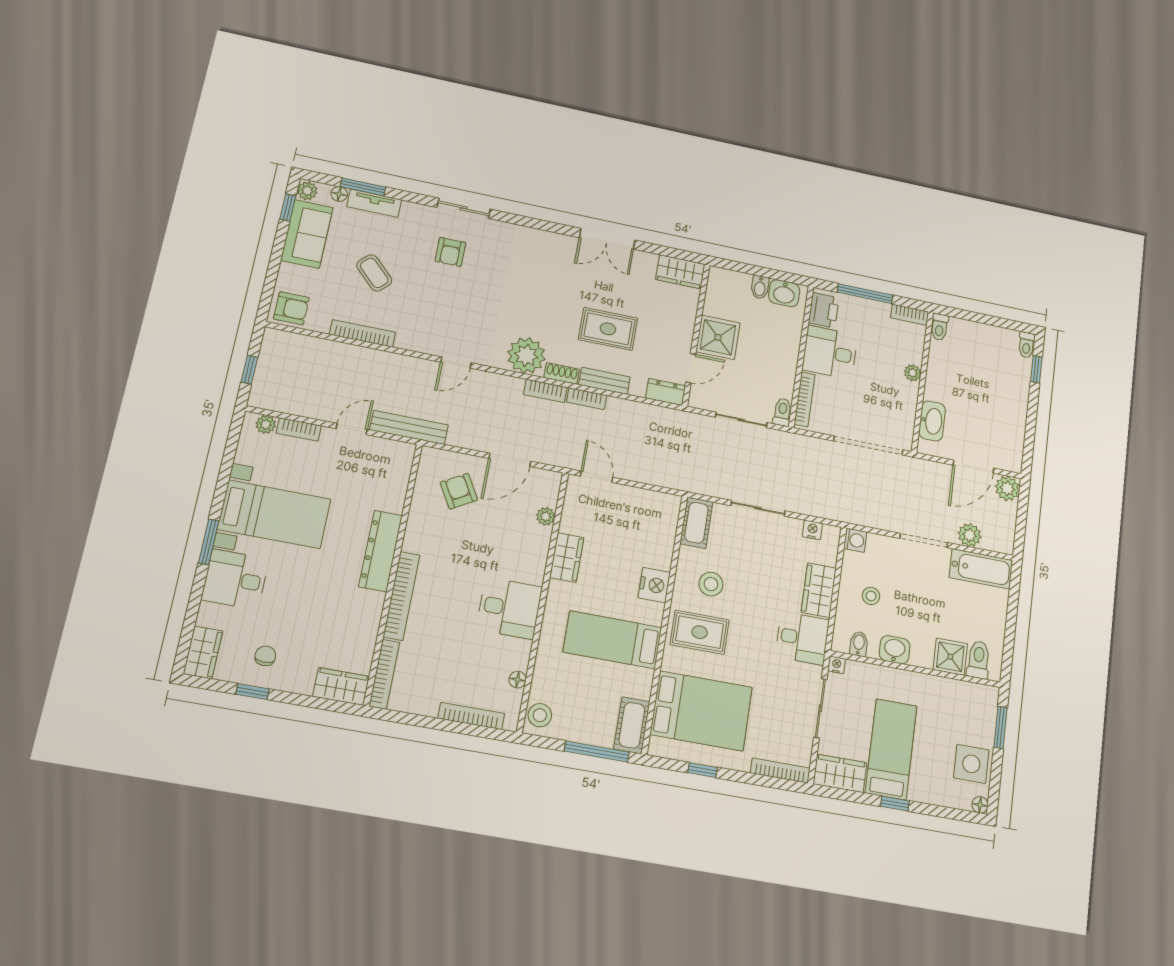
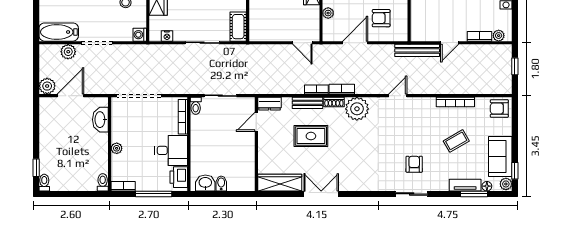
wardrobe: (680, 272) -> (280, 183), width x1.50
coffee table: (374, 273) -> (456, 141), turned -75
shower: (718, 337) -> (243, 145), removed
armchair: (459, 491) -> (381, 18), turned 120

